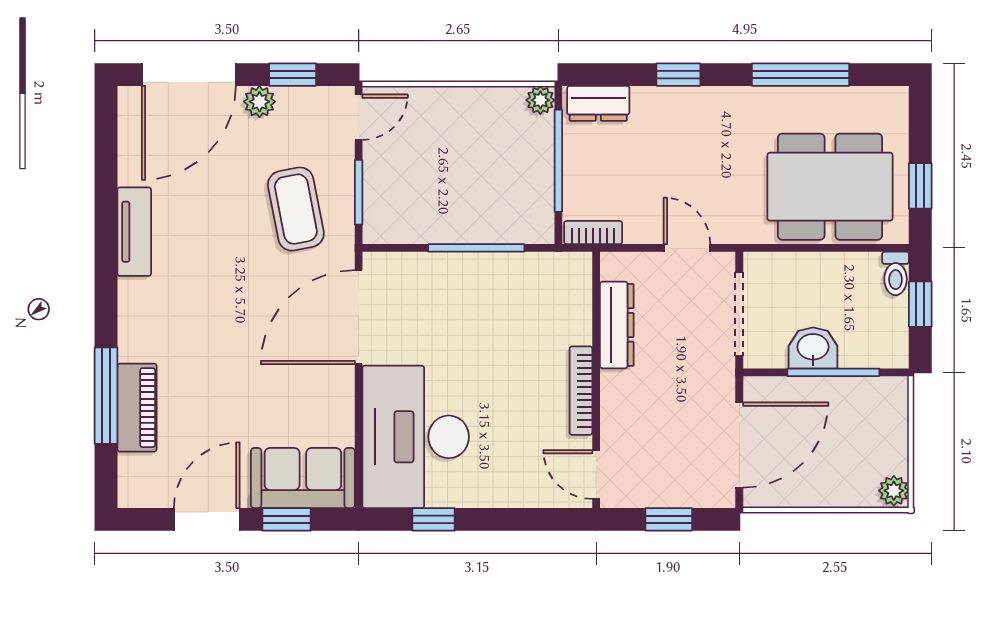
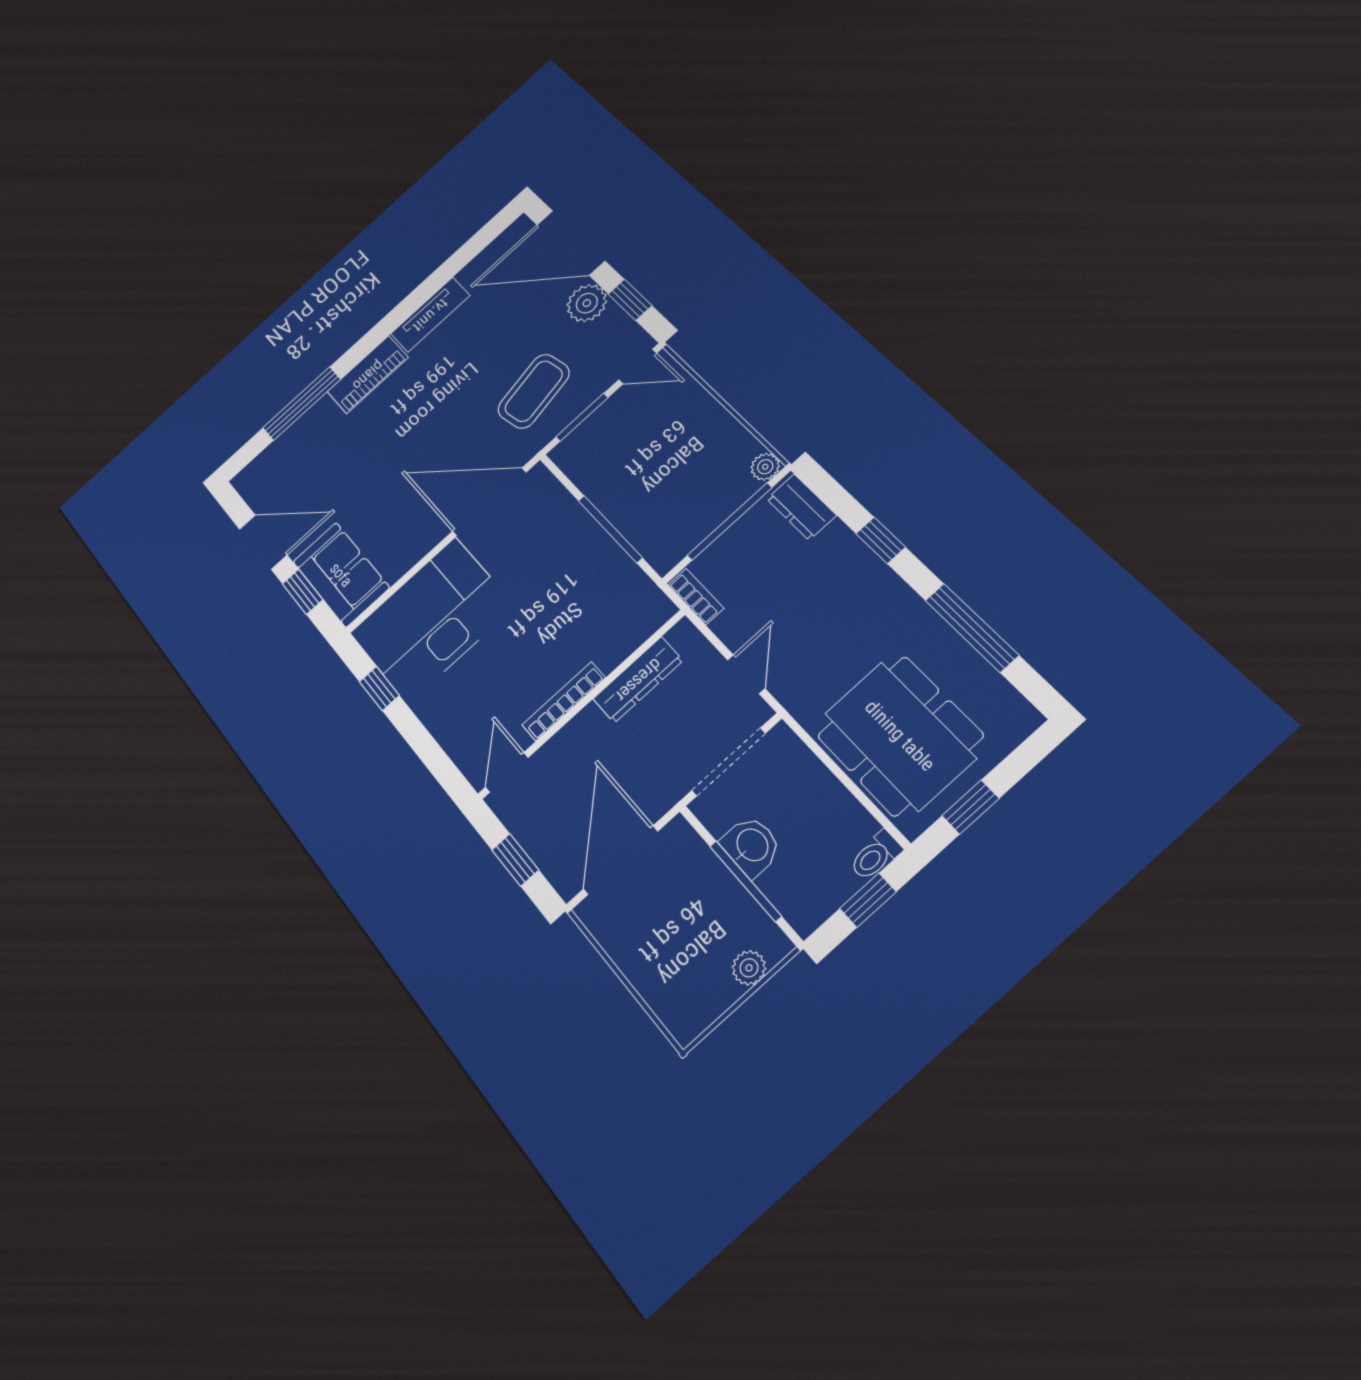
plant: (259, 102) -> (587, 303), width x1.38, depth x1.38
piano: (137, 408) -> (368, 375), moved
door: (739, 445) -> (621, 860), swing flipped
plant: (894, 491) -> (749, 968), moved

